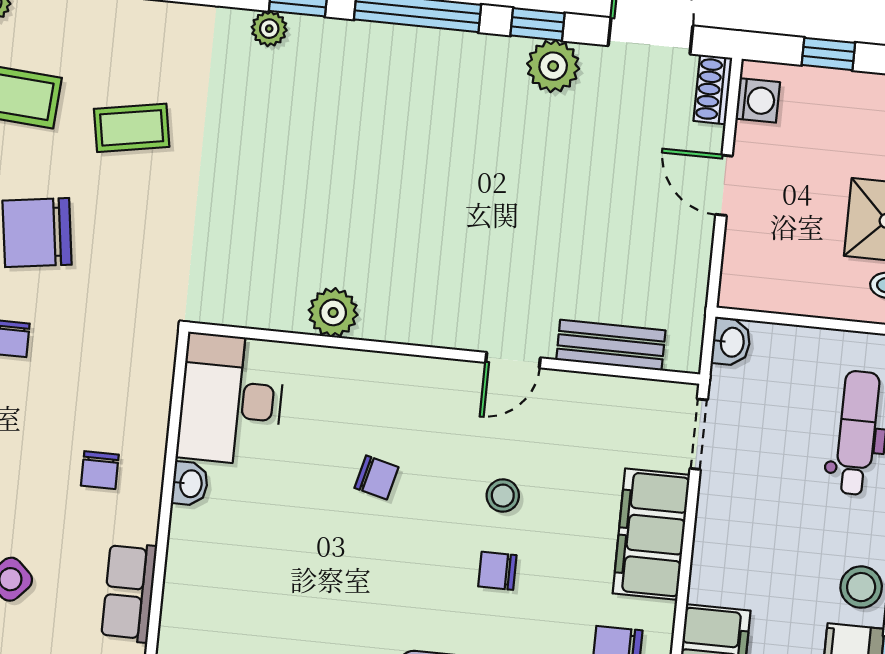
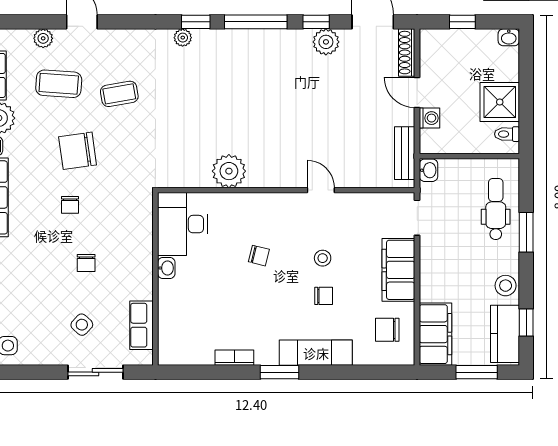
shoe rack: (713, 89) -> (407, 53), width x1.43
washing machine: (758, 100) -> (429, 118), moved
plant: (333, 312) -> (229, 171), width x1.36, depth x1.36
bench: (611, 345) -> (405, 153), moved, turned 90
door: (513, 360) -> (321, 190), swing flipped
chair: (100, 470) -> (86, 263), moved
chair: (497, 571) -> (324, 296), turned 180

